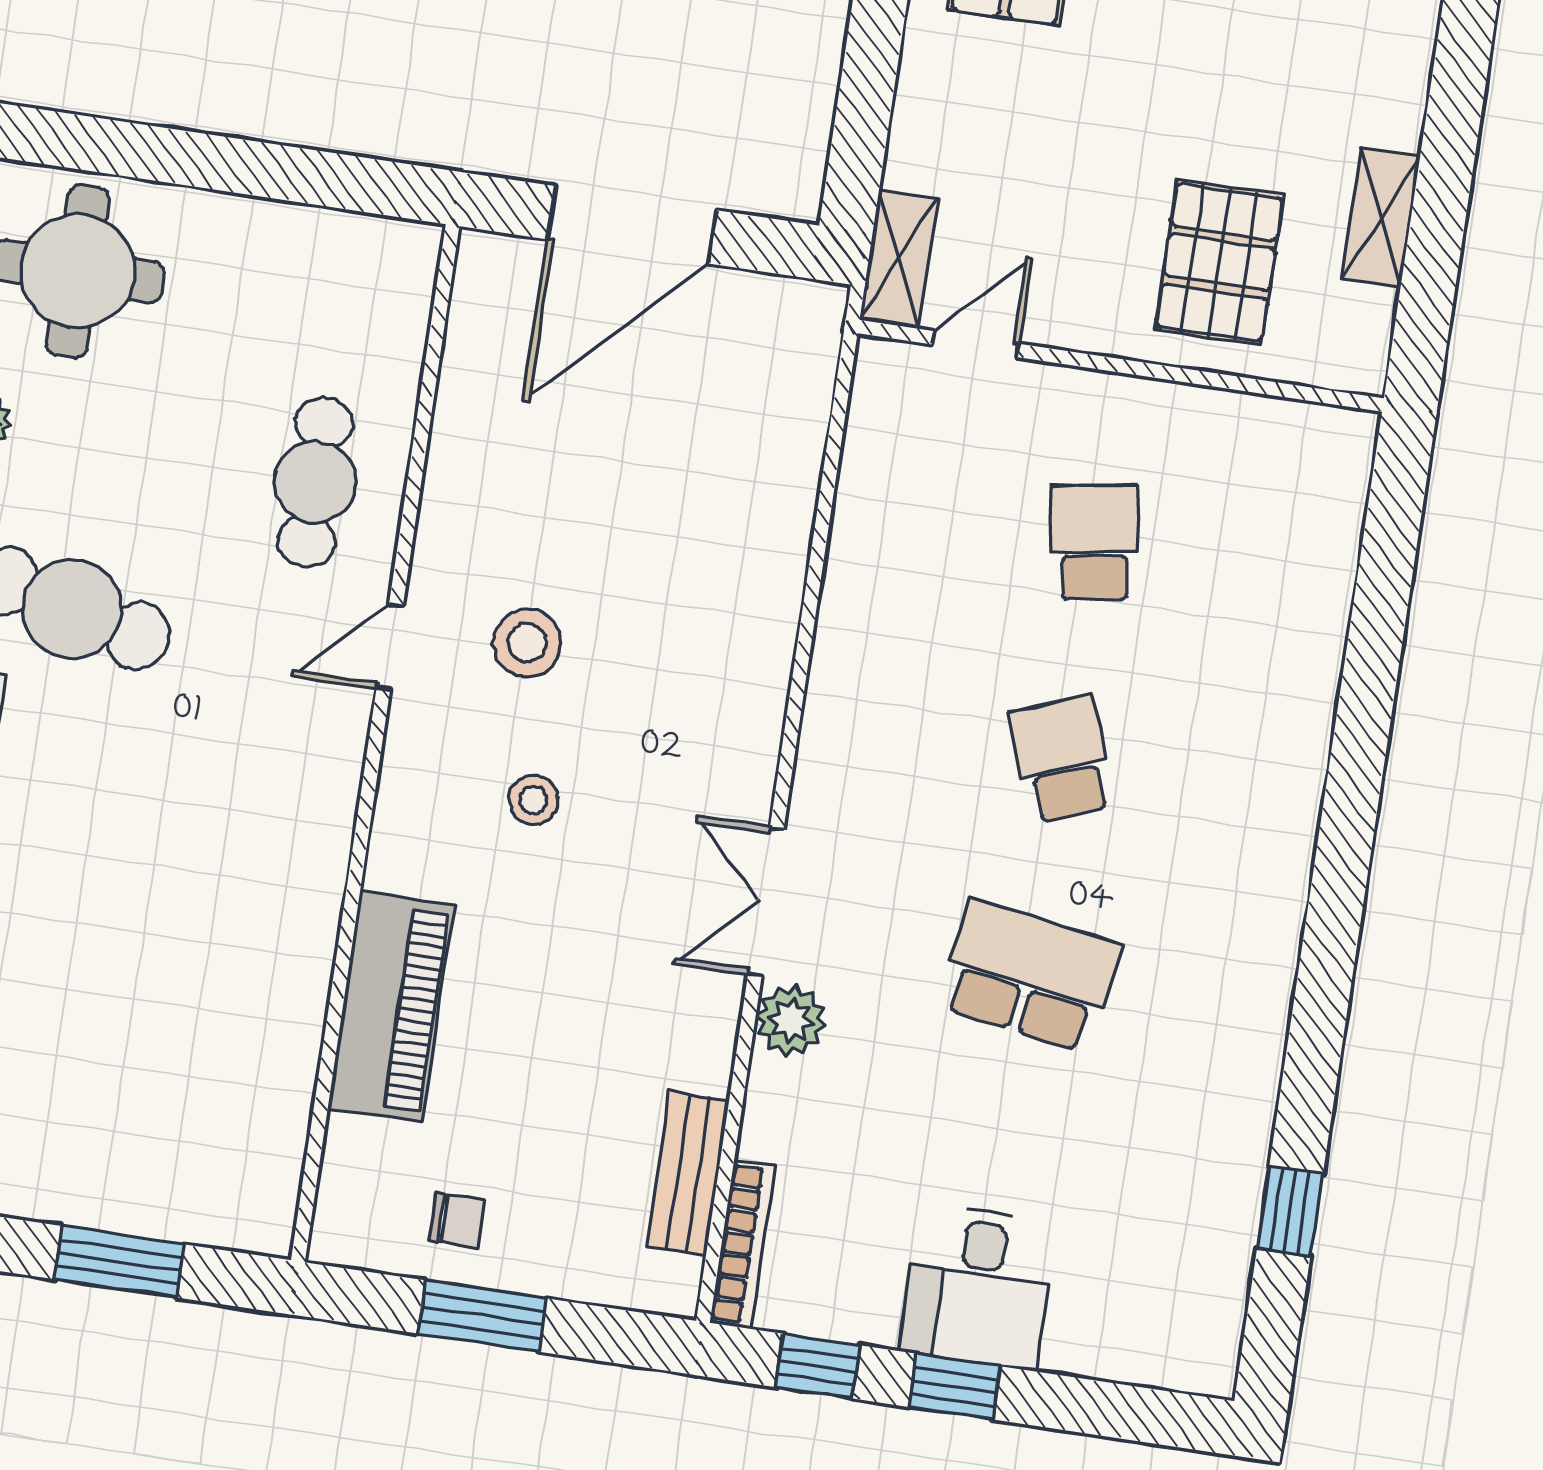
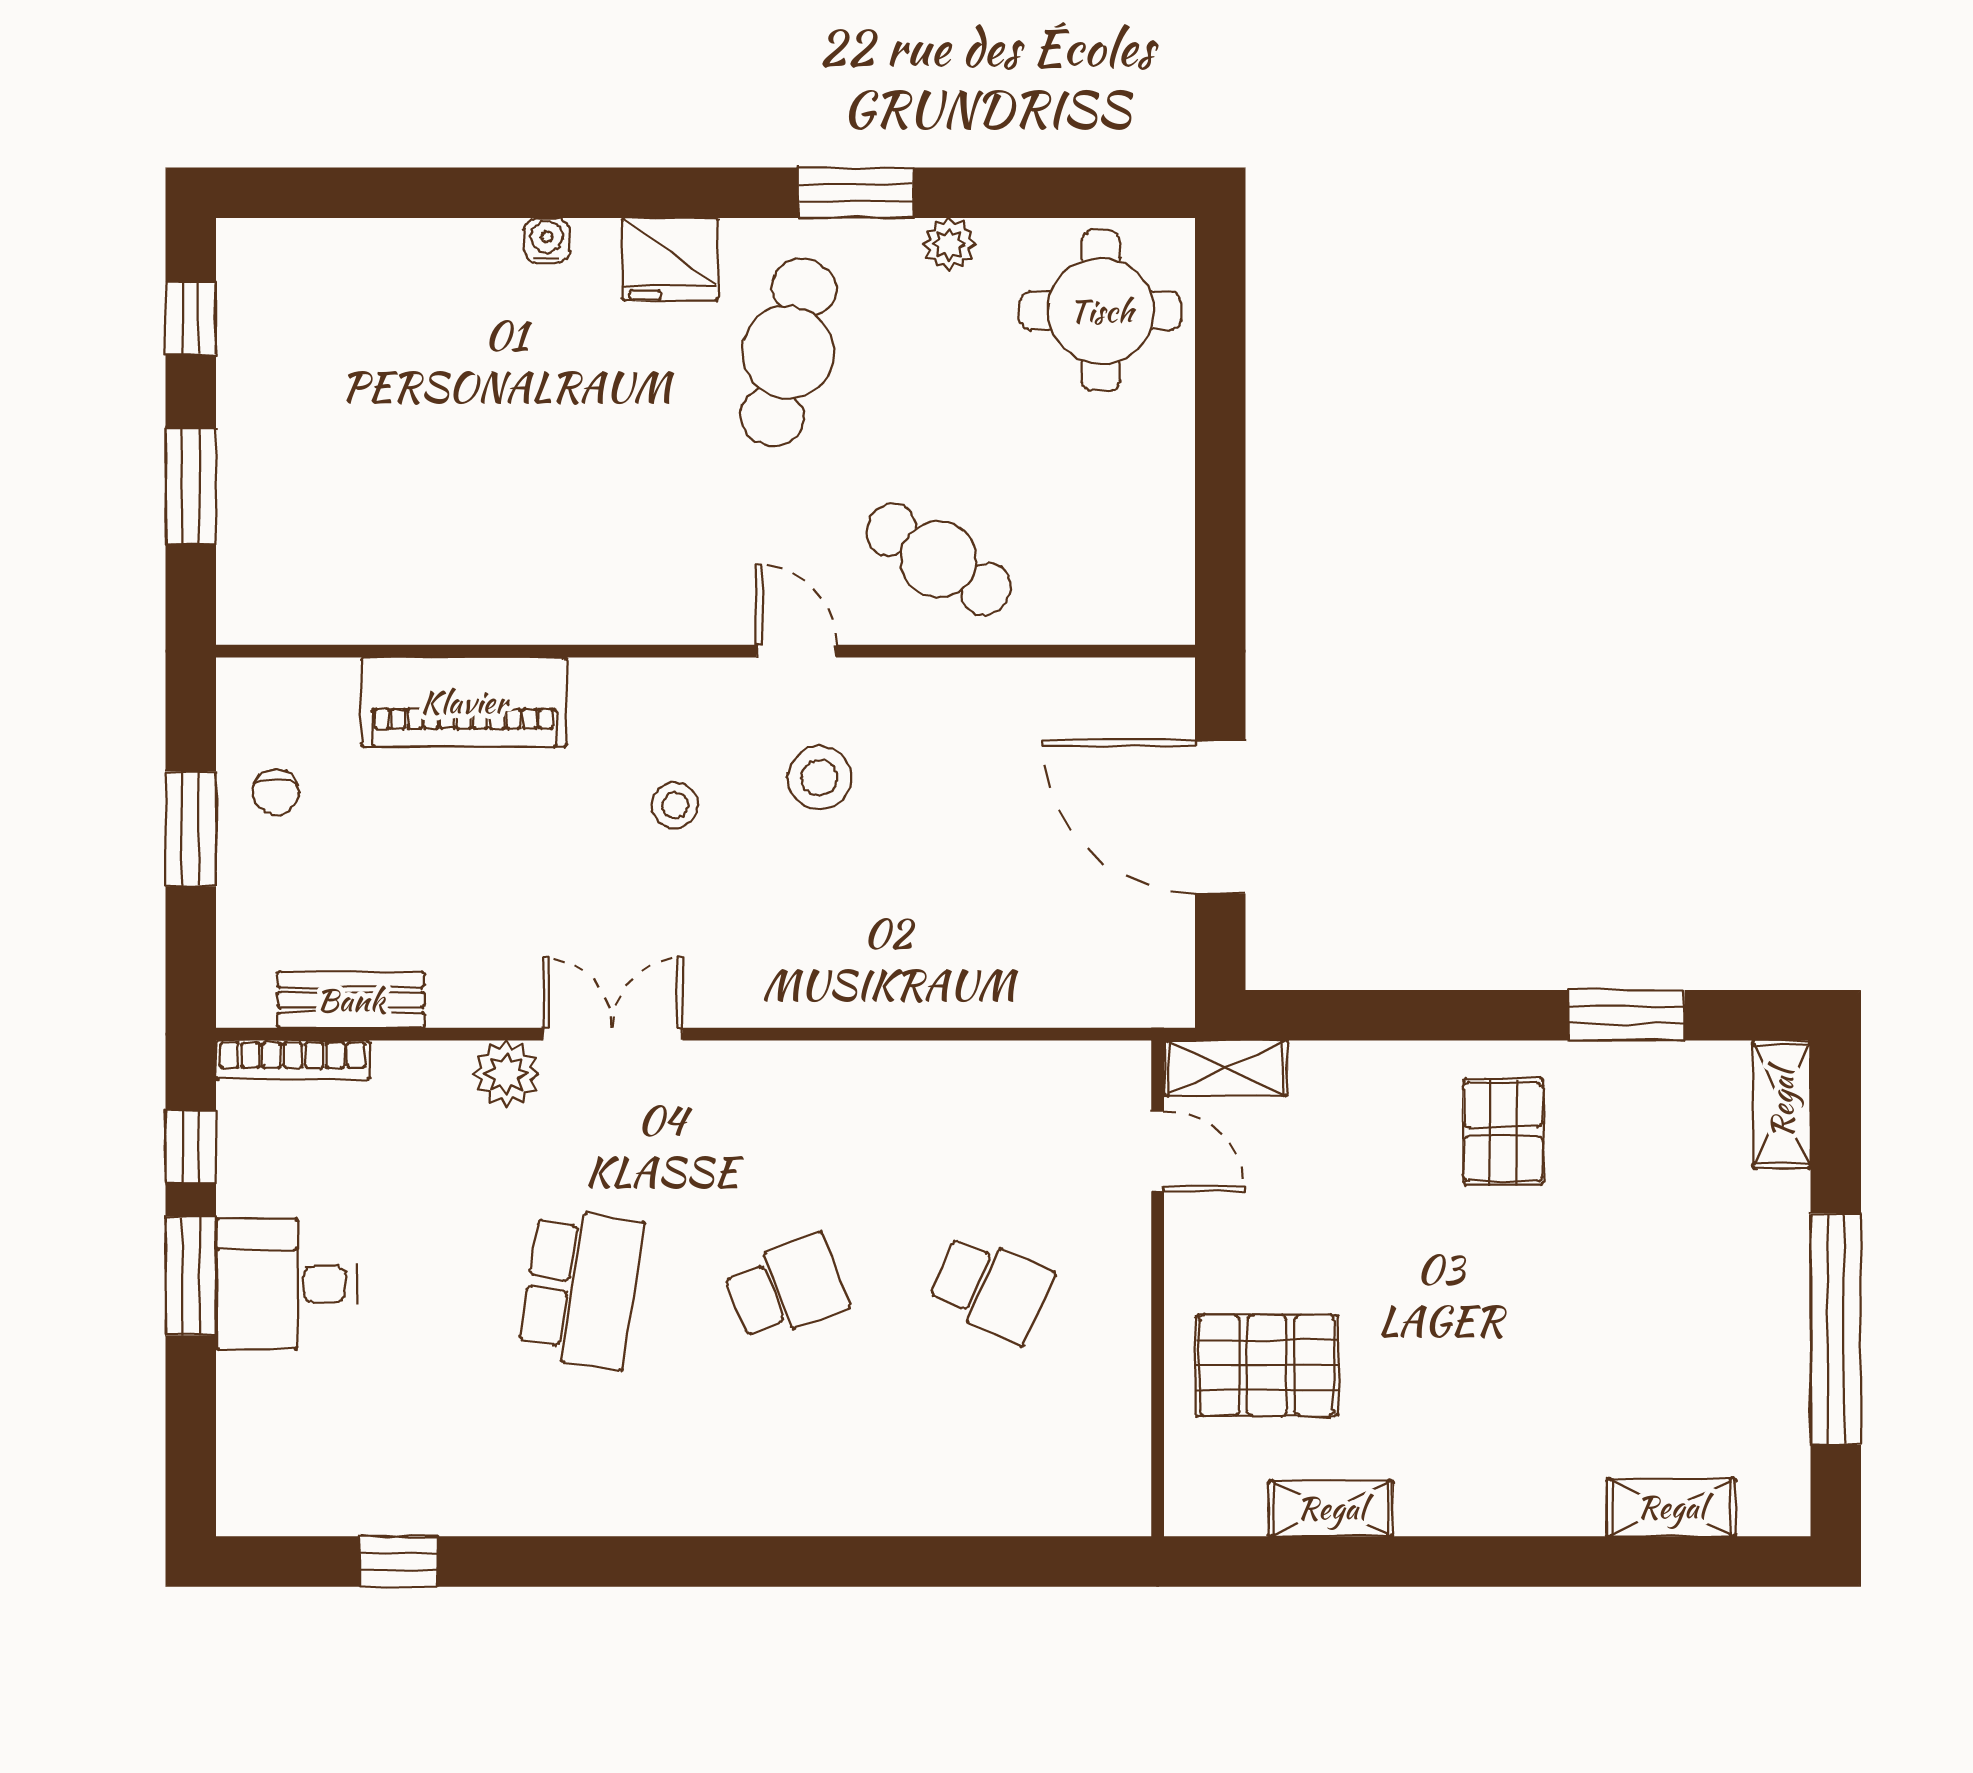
cafe table: (315, 482) -> (939, 559), turned 32
school desk: (1094, 542) -> (991, 1288), turned 33
window: (955, 1387) -> (191, 1276), width x1.50

